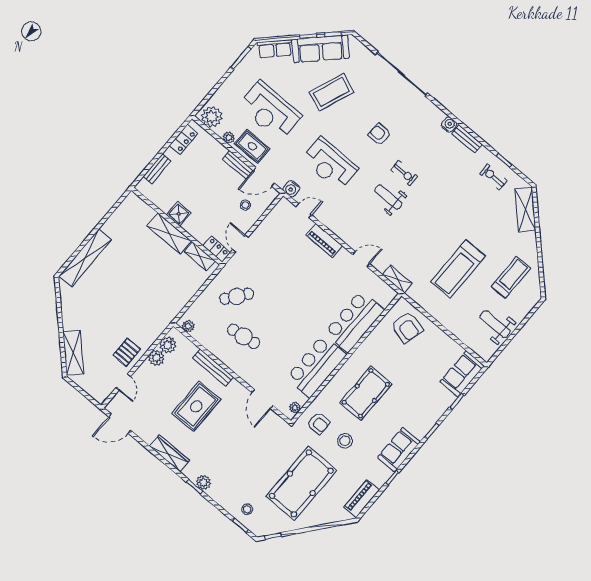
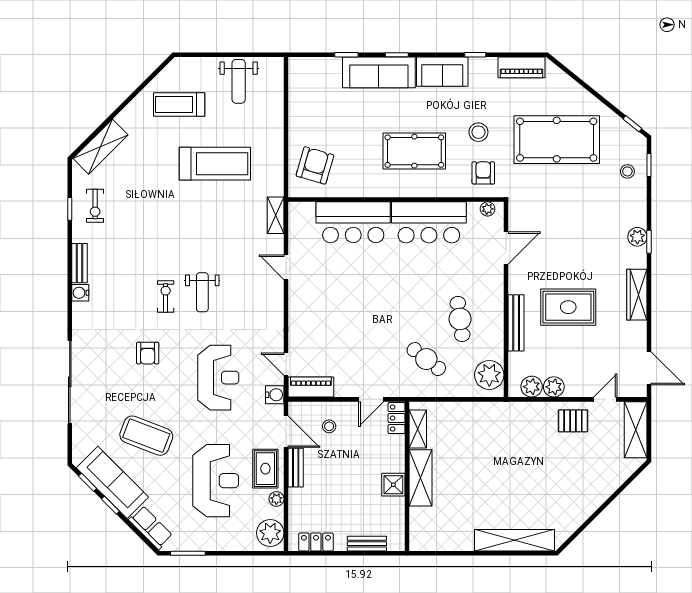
piano: (324, 240) -> (311, 387), moved, turned -90
plant: (188, 326) -> (489, 375), width x1.87, depth x1.87
shelving: (73, 353) -> (636, 430), moved, turned -45
sofa: (462, 374) -> (379, 72), moved, width x1.36

